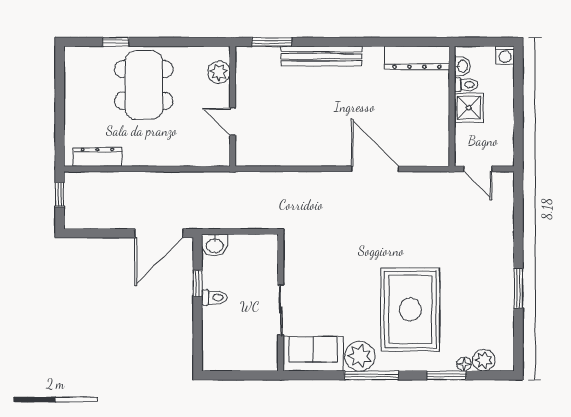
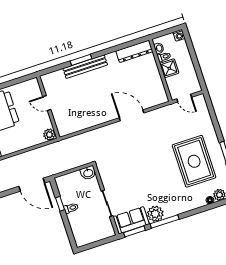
window: (272, 42) -> (81, 60), moved
plant: (219, 72) -> (49, 135), moved
door: (233, 122) -> (47, 103), moved
door: (159, 233) -> (32, 185), hinge flipped
washbasin: (215, 245) -> (88, 173), moved
rug: (410, 310) -> (194, 161), moved
window: (447, 375) -> (134, 231), moved

